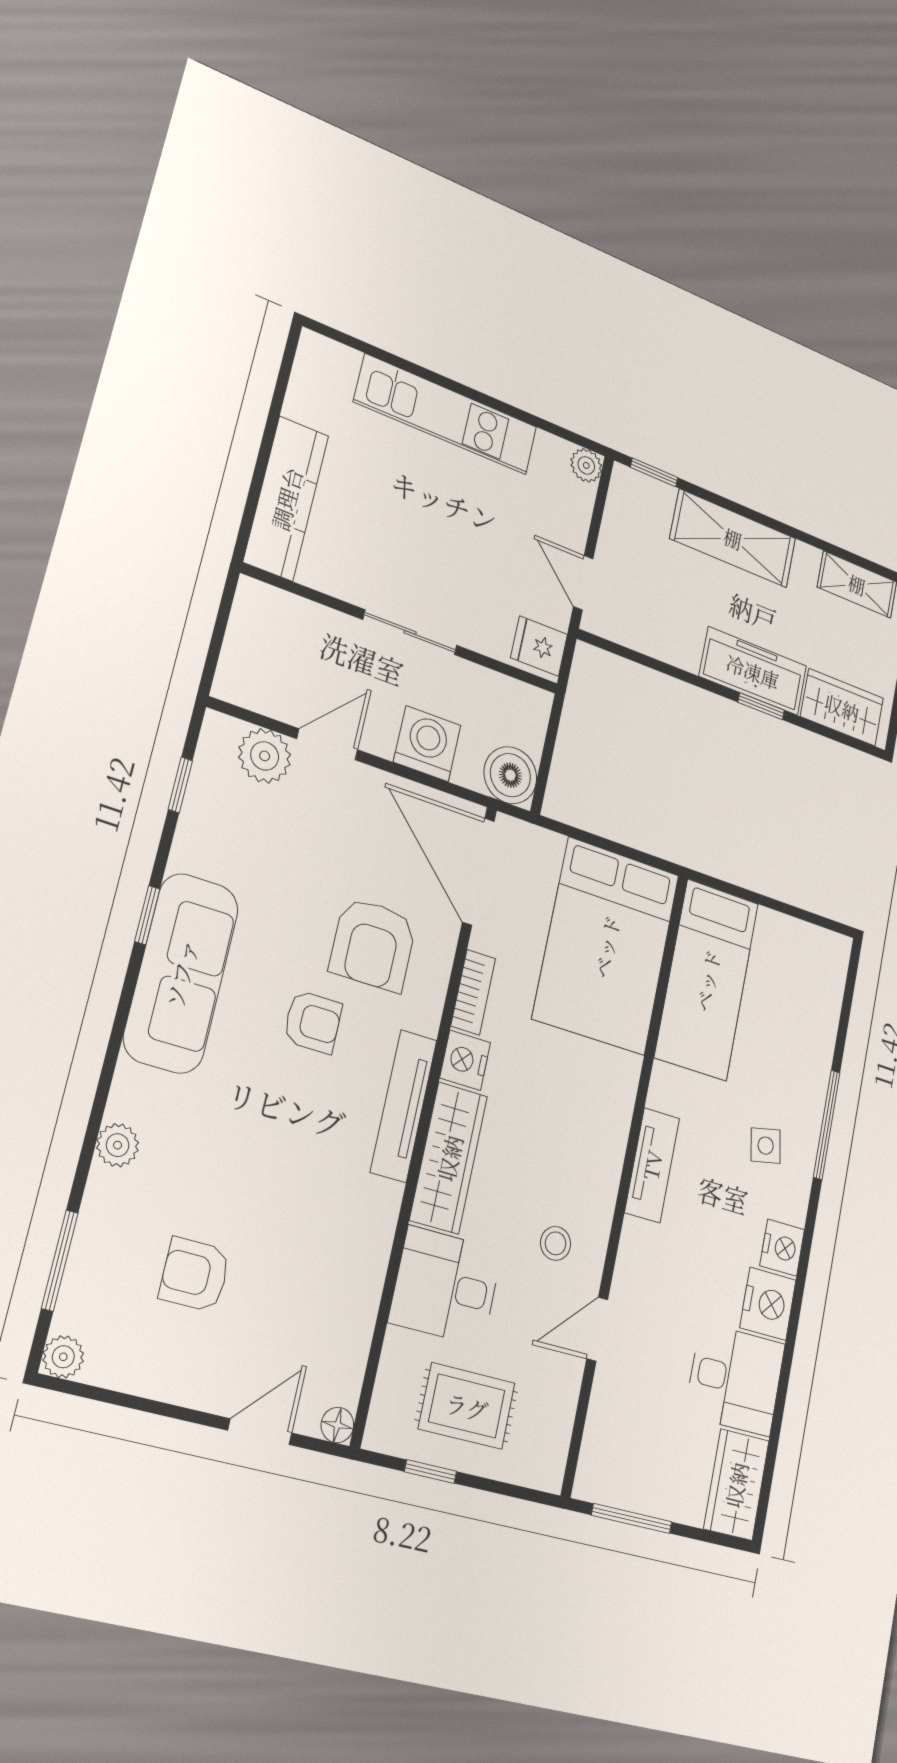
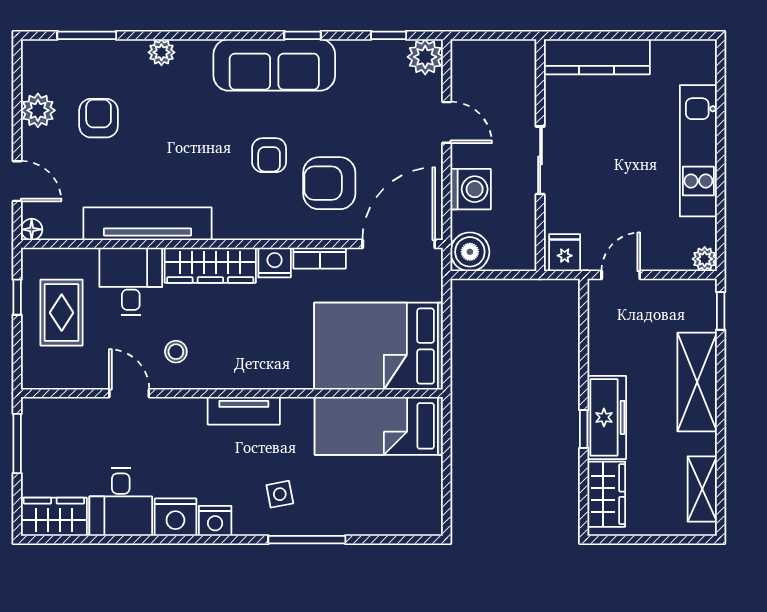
plant: (265, 756) -> (425, 57), moved
tv unit: (404, 1106) -> (148, 224), moved, width x1.36, depth x1.29
plant: (63, 1357) -> (38, 110), moved, width x1.38, depth x1.38

